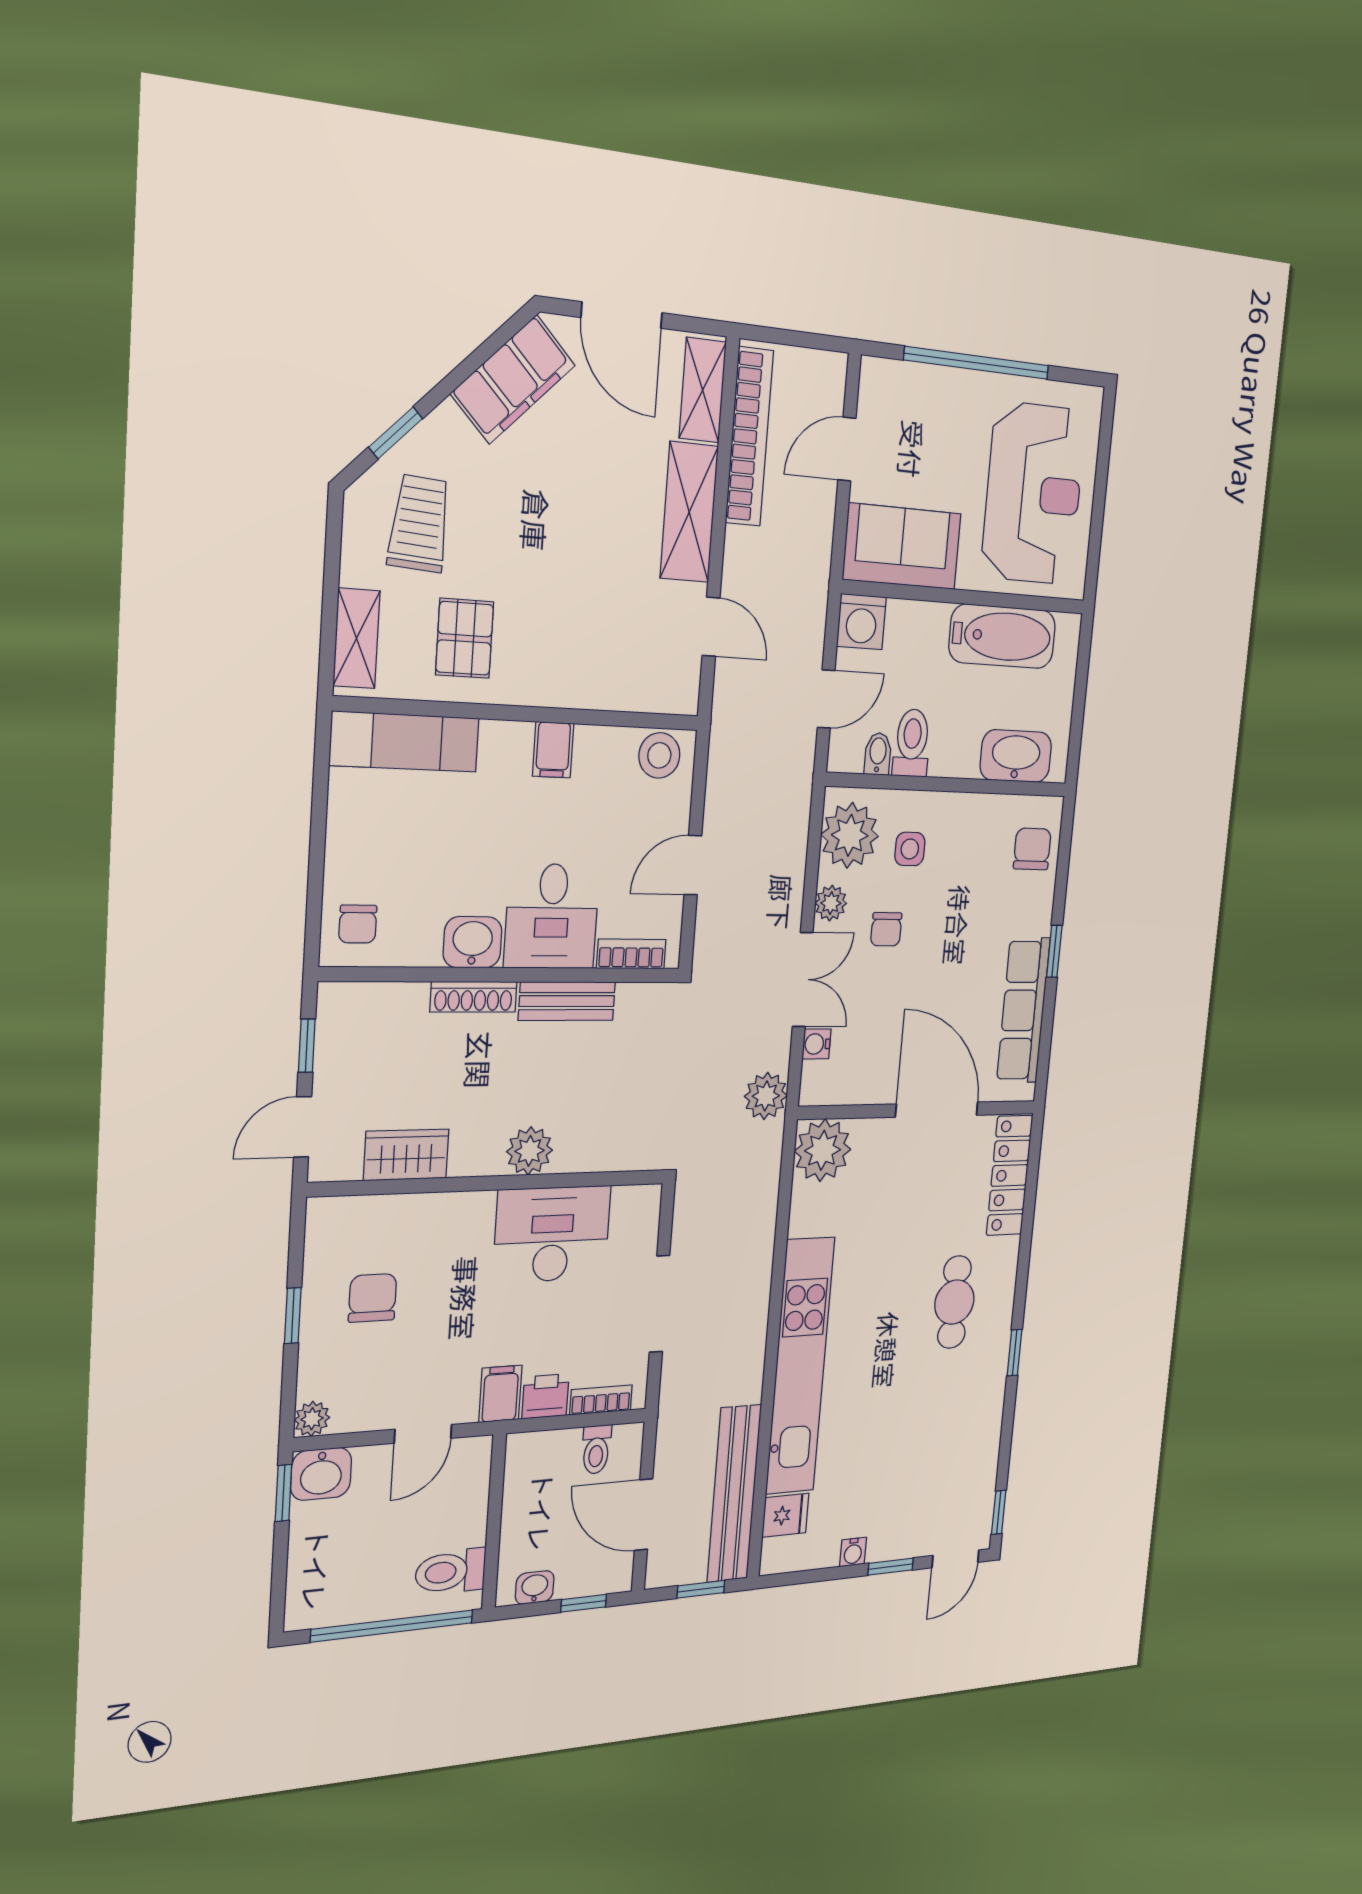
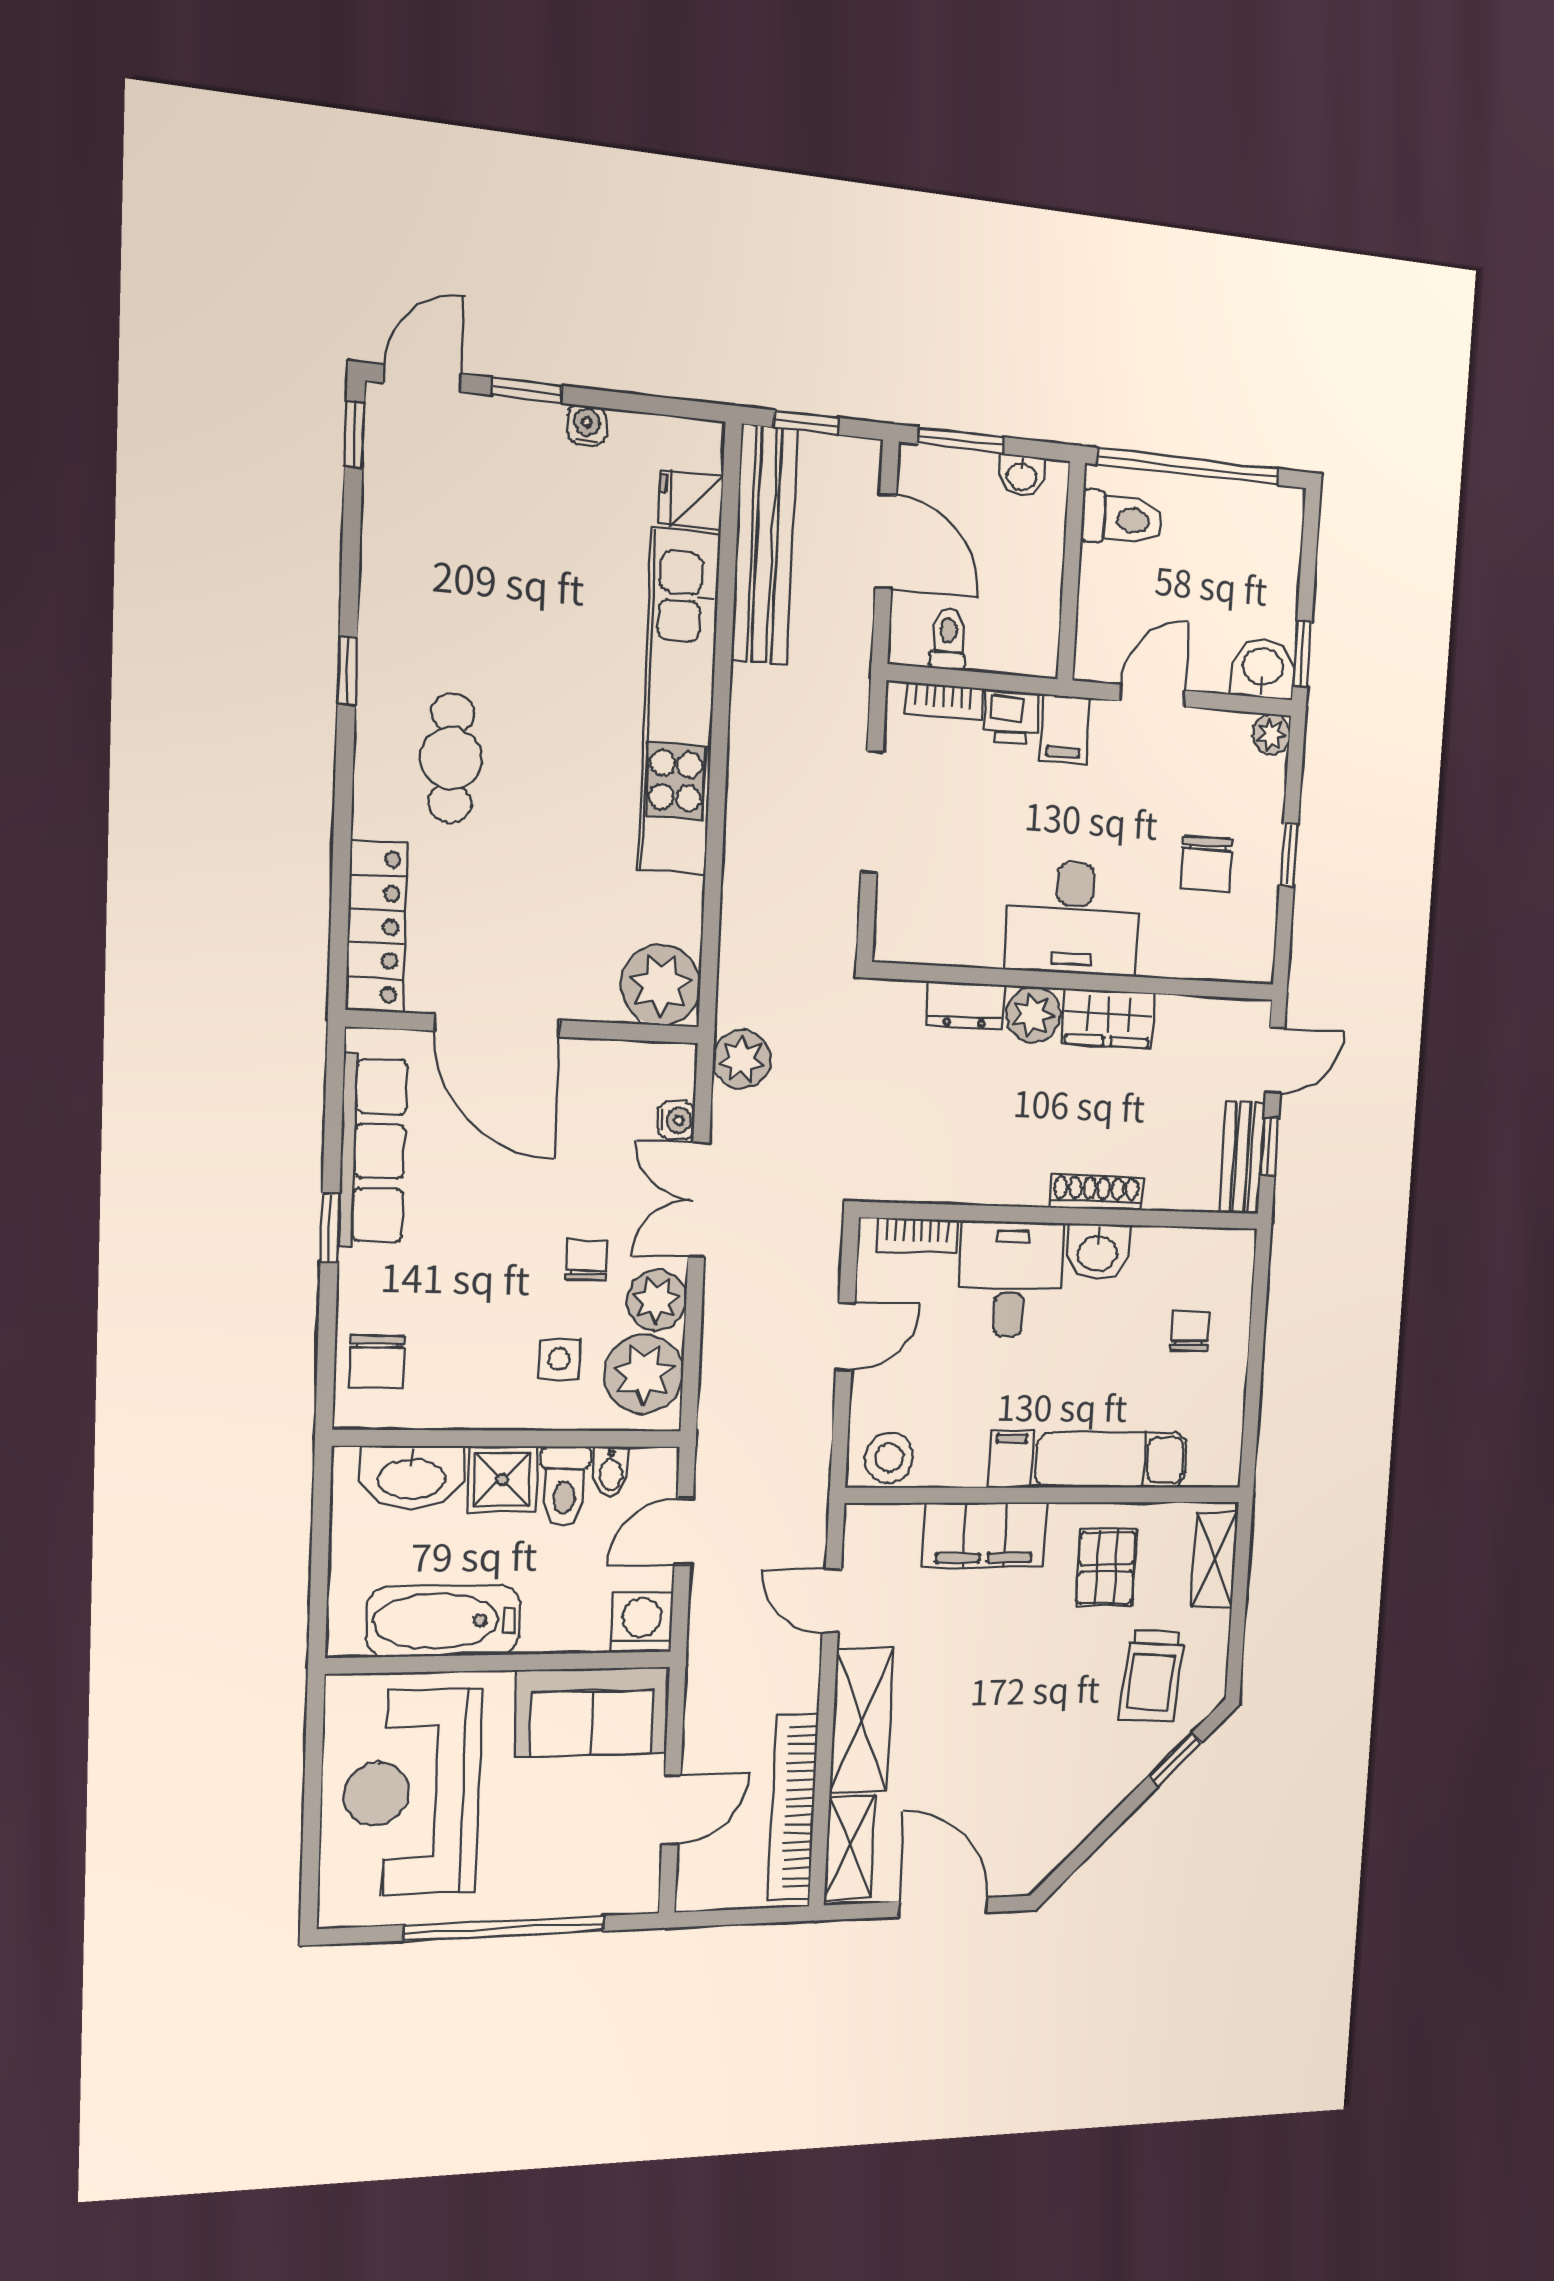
filing cabinet: (513, 379) -> (985, 1535), moved, turned -135
exam couch: (405, 742) -> (1112, 1460), moved
shower: (955, 751) -> (502, 1479), added
plant: (831, 903) -> (657, 1300), width x1.38, depth x1.38
chair: (358, 924) -> (1189, 1331), moved
bench: (567, 1001) -> (1242, 1158), moved, turned 90
dresser: (588, 1154) -> (965, 1005), added
wardrobe: (406, 1155) -> (1108, 1018), moved
desk: (552, 1234) -> (1073, 918), moved
window: (584, 1603) -> (961, 440), width x1.50

